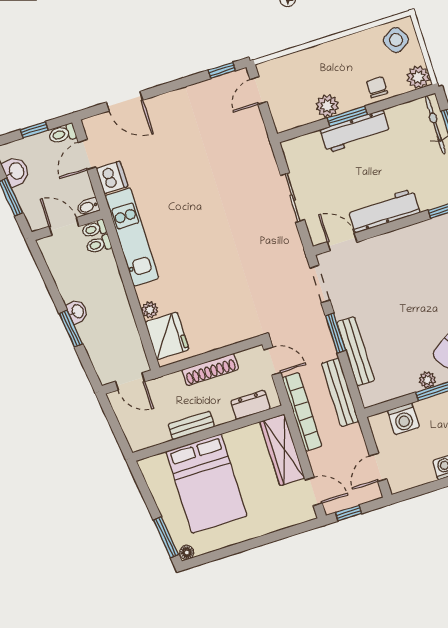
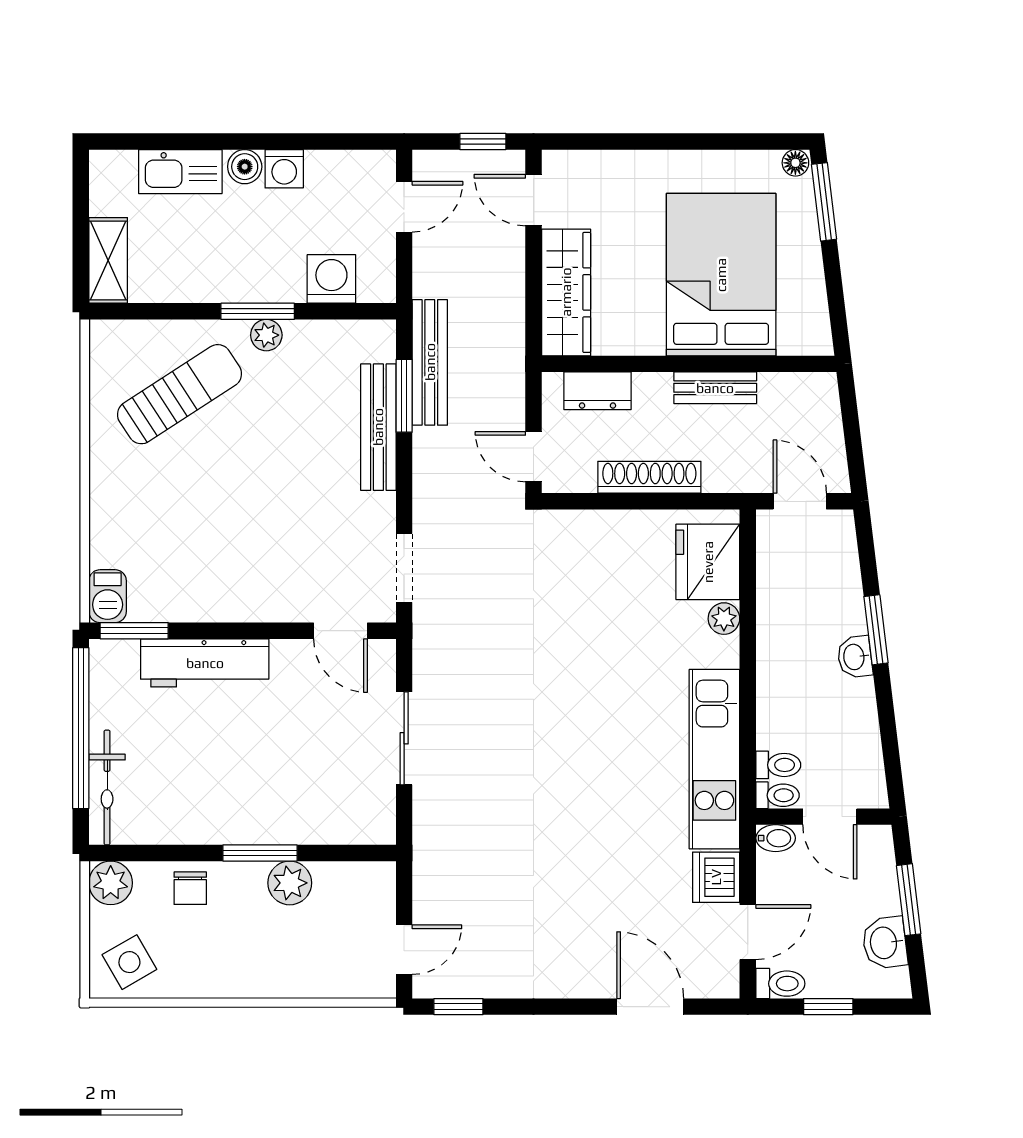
workbench: (355, 131) -> (255, 822), removed
workbench: (384, 211) -> (205, 663), moved
window: (336, 333) -> (404, 396), moved
bookcase: (302, 412) -> (509, 349), removed

